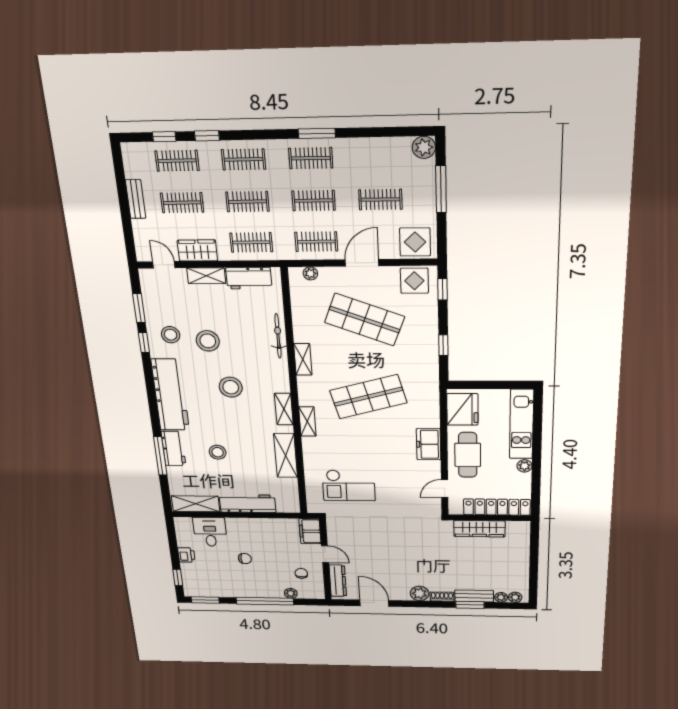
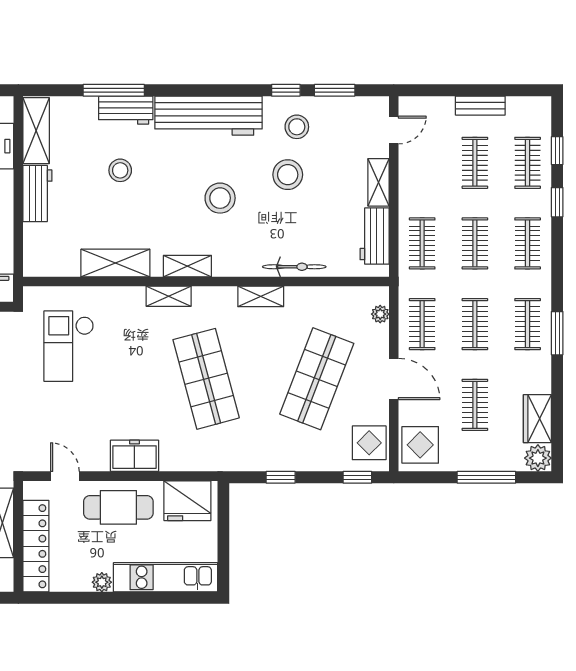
wardrobe: (197, 251) -> (537, 419), moved, turned 180
workbench: (248, 504) -> (37, 194), width x0.73

